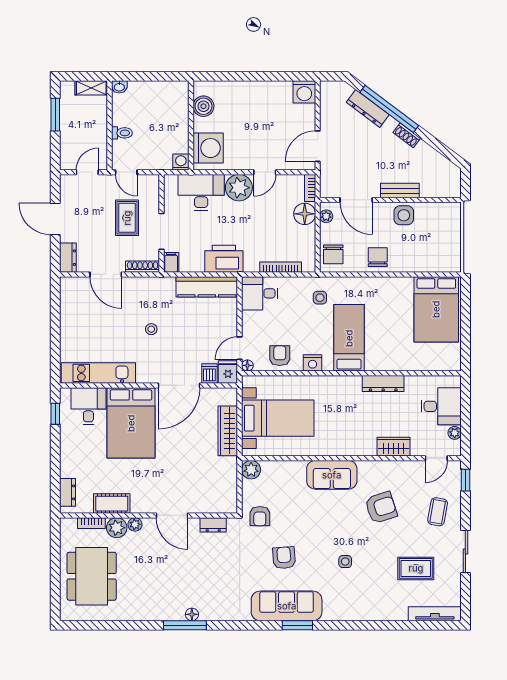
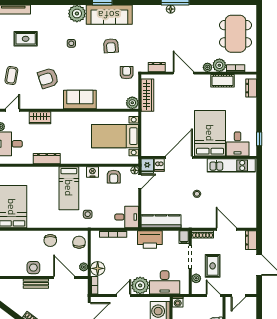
plant: (152, 199) -> (196, 278), added
wardrobe: (228, 431) -> (147, 95), moved
plant: (336, 608) -> (77, 14), added

